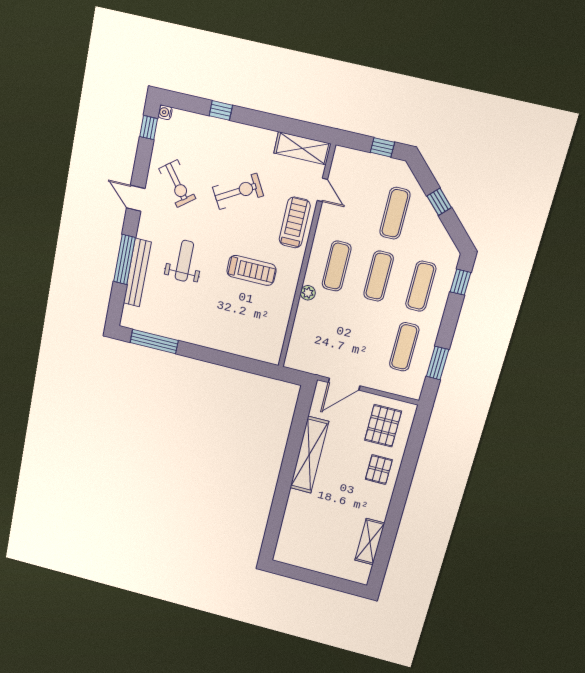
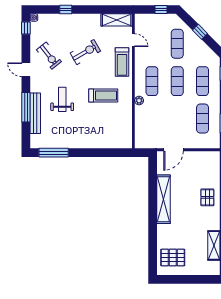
treadmill: (295, 223) -> (122, 62), turned 180
pallet: (383, 426) -> (173, 257), moved, turned 90

